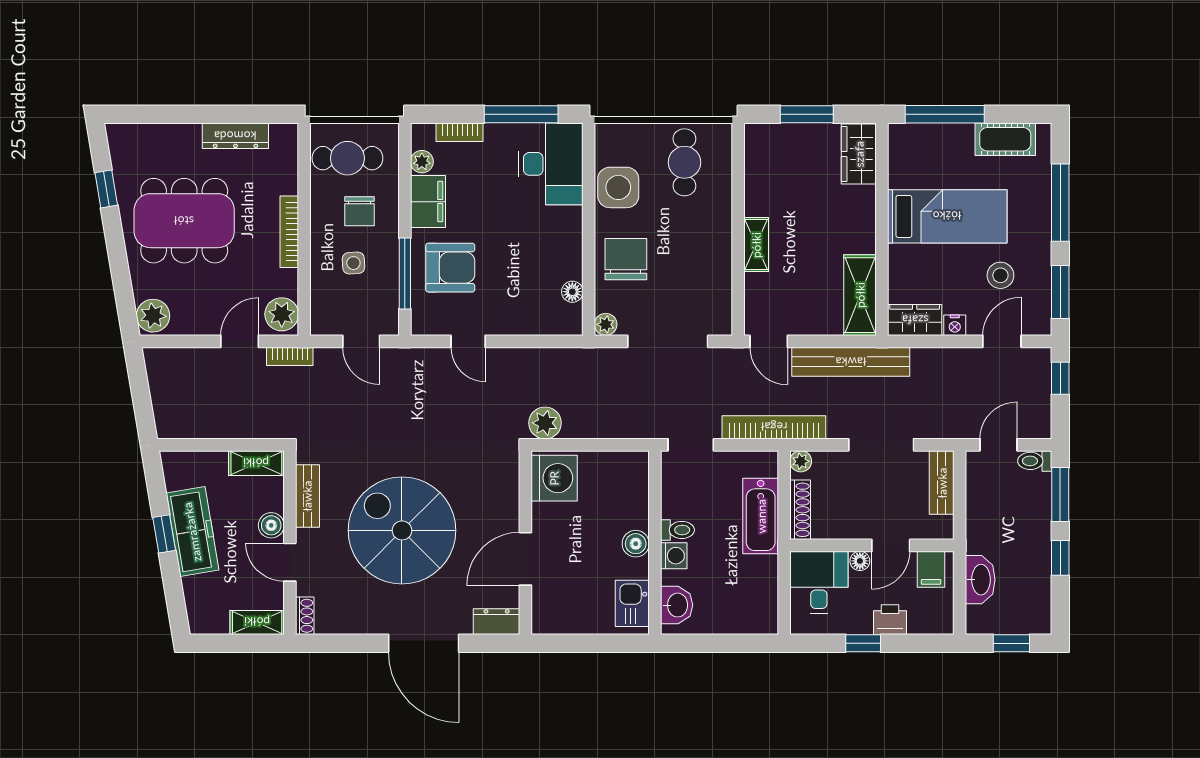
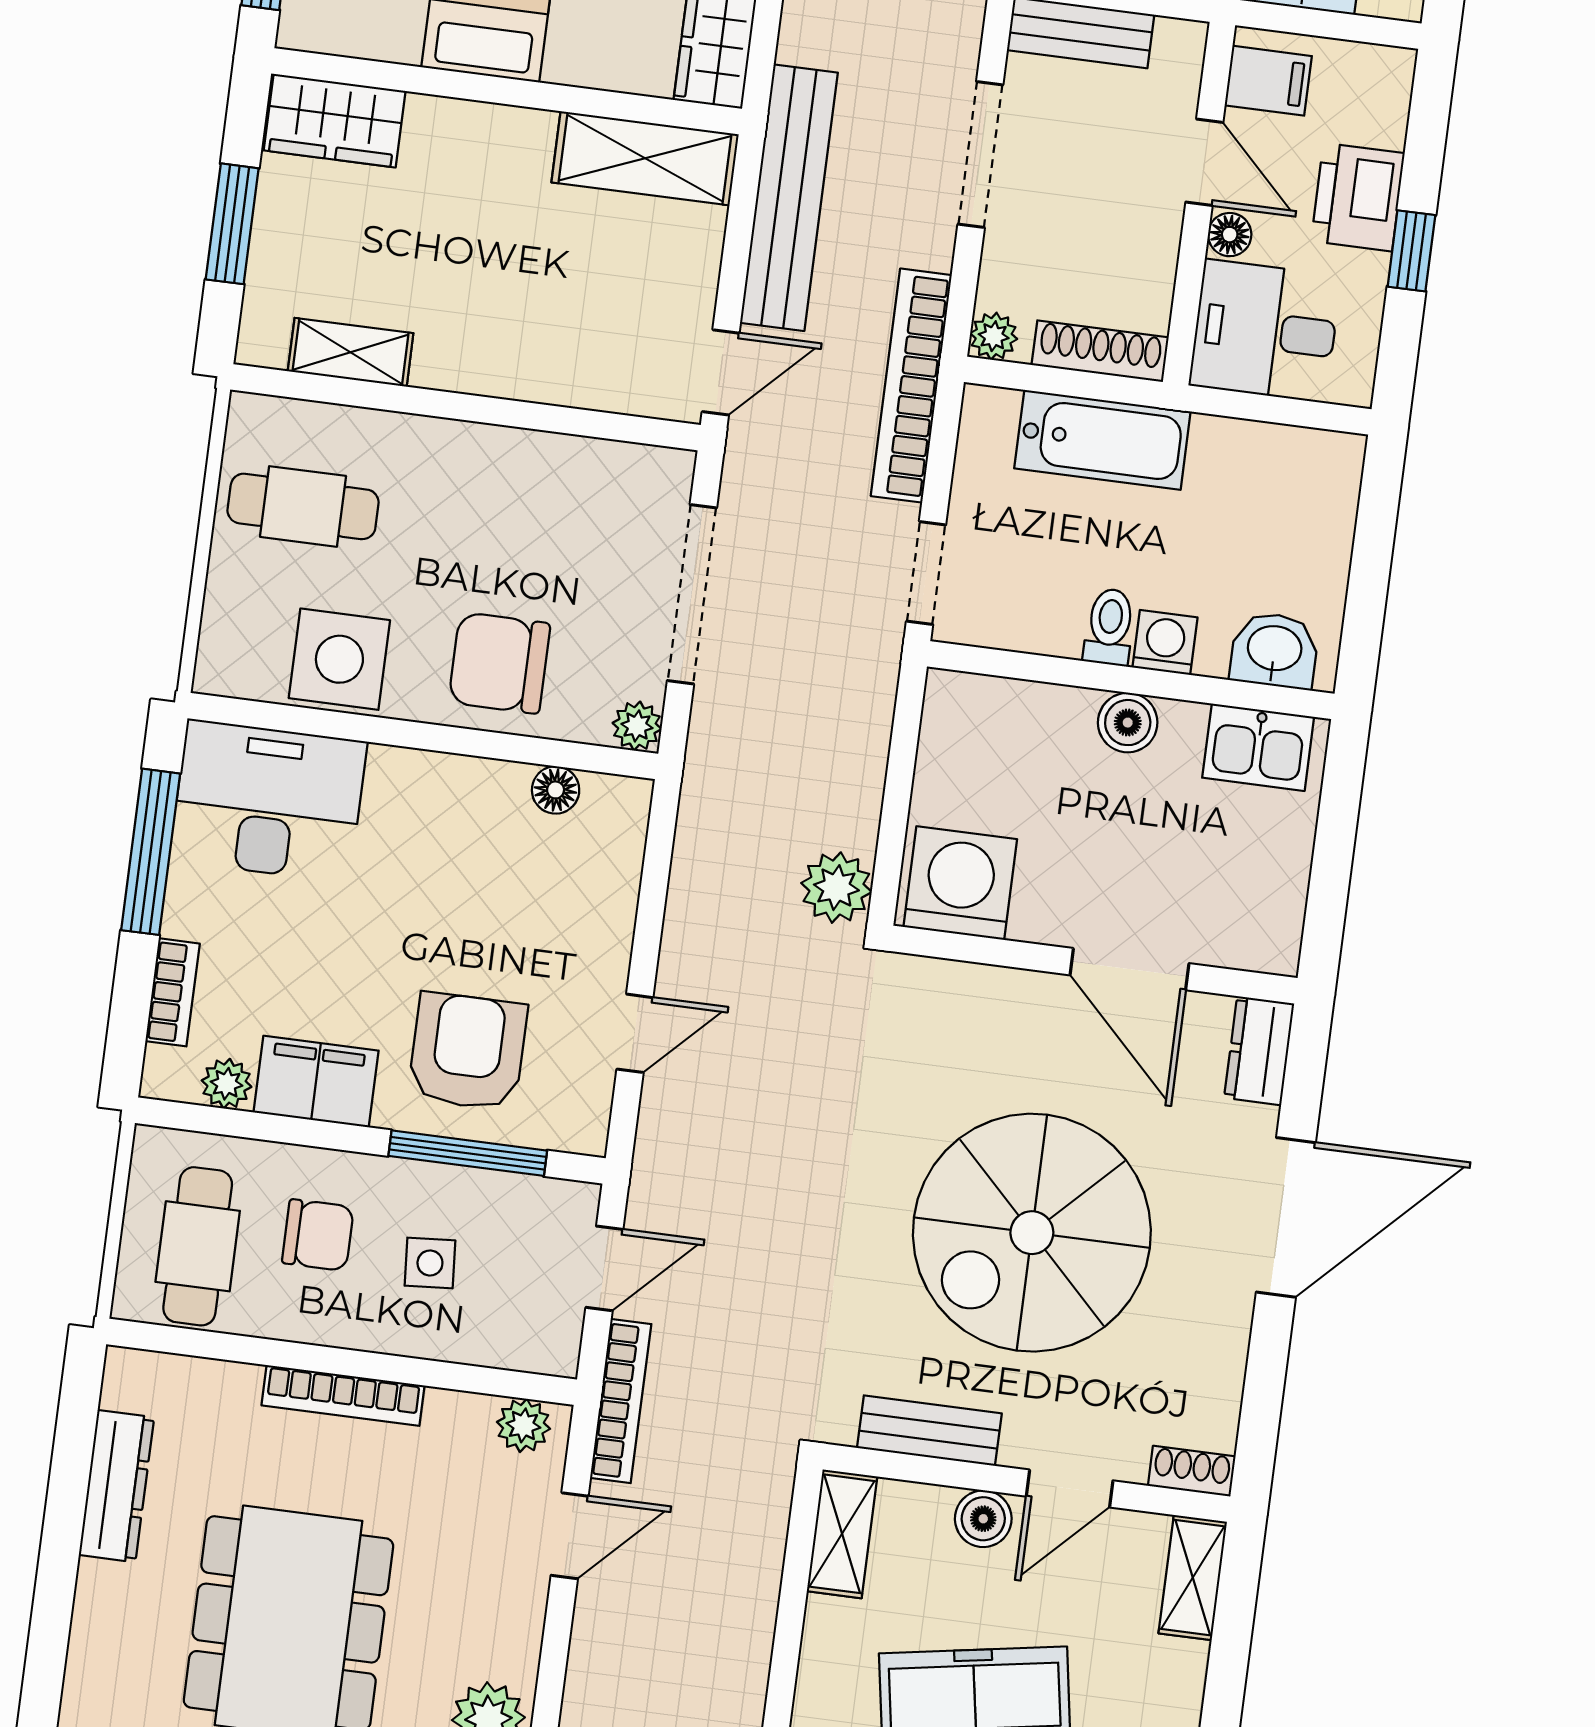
shelving: (756, 245) -> (351, 352), moved
plant: (282, 314) -> (523, 1425), width x0.73, depth x0.73
door: (240, 341) -> (570, 1536), swing flipped
bookcase: (290, 356) -> (621, 1401), width x1.56
printer: (890, 620) -> (1358, 197), width x1.36, depth x1.24

